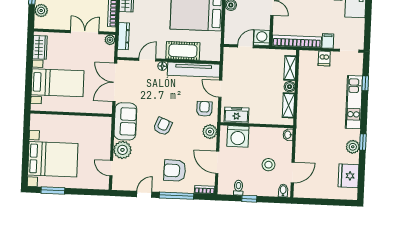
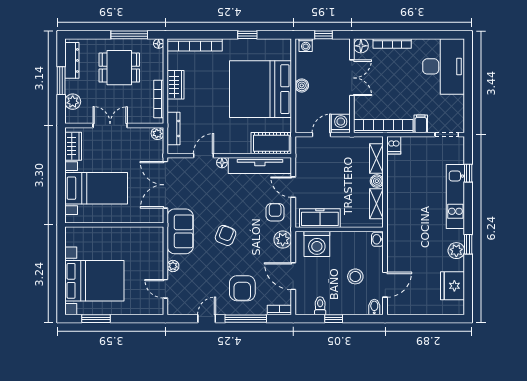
double door: (85, 32) -> (110, 126), moved
cot: (183, 51) -> (271, 143), moved
dishwasher: (324, 58) -> (394, 145), moved
freezer: (236, 115) -> (320, 218), width x1.40
plant: (122, 150) -> (173, 266), width x0.53, depth x0.53
armchair: (175, 170) -> (242, 288), turned -91

